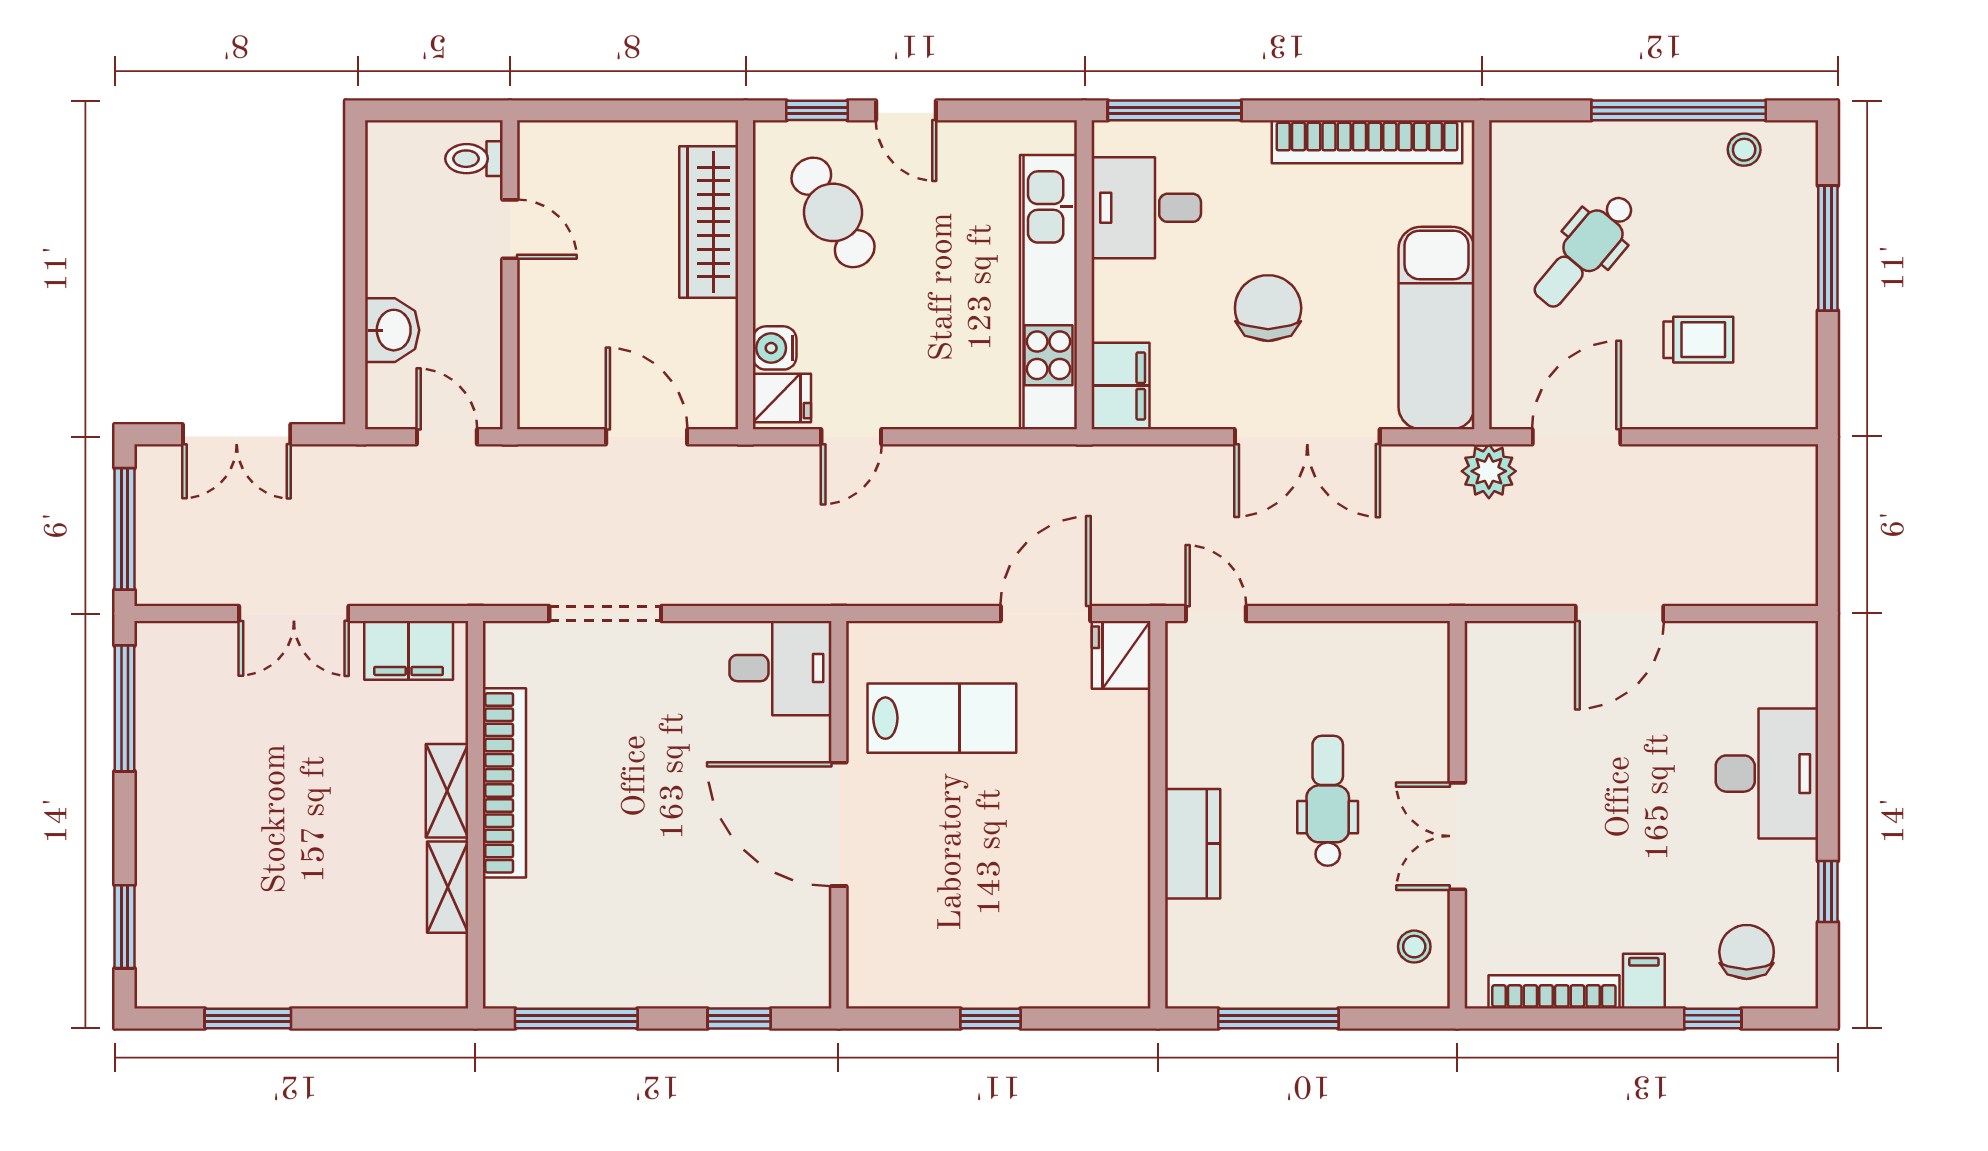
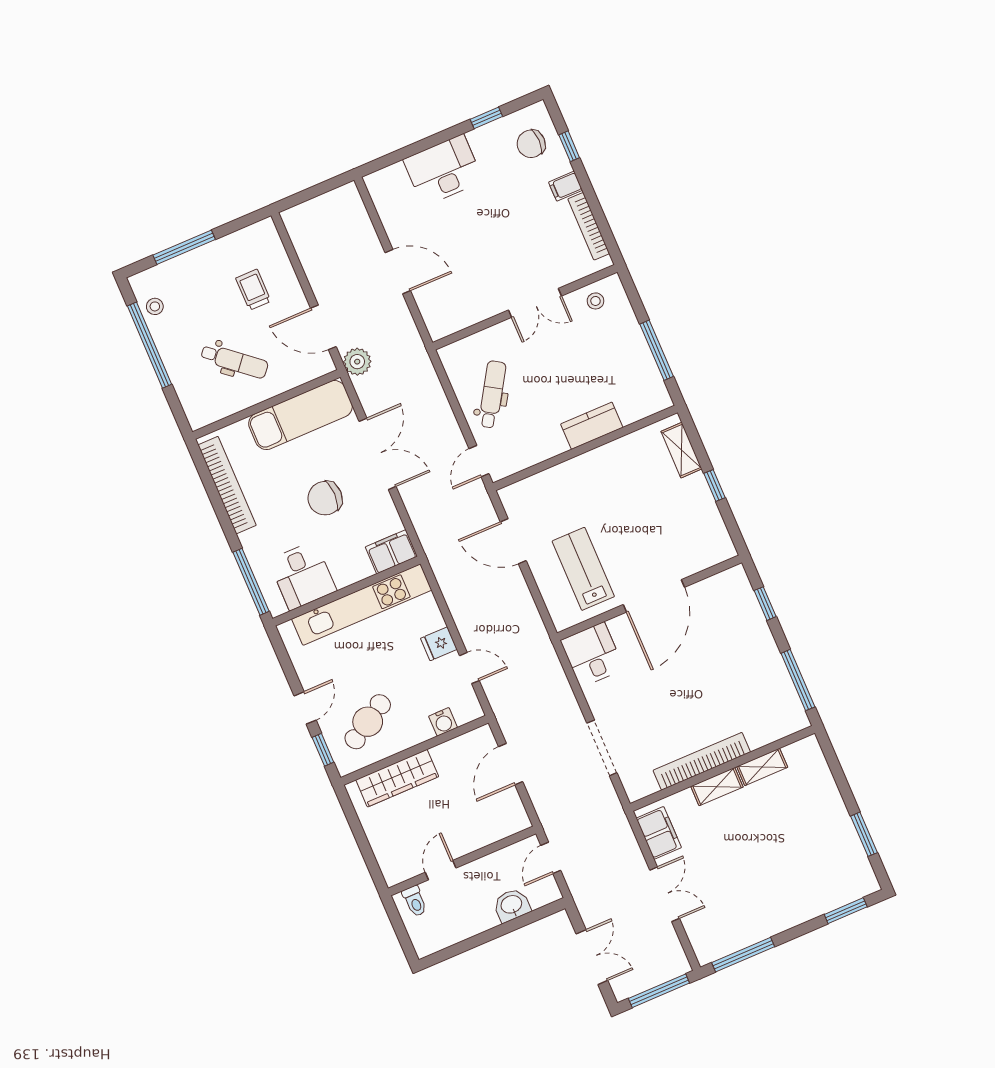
fridge: (782, 398) -> (439, 644), moved, turned -90
fridge: (1121, 655) -> (517, 497), removed
dental chair: (1328, 801) -> (492, 394), moved, turned 122
shelving: (1080, 986) -> (681, 450), added

